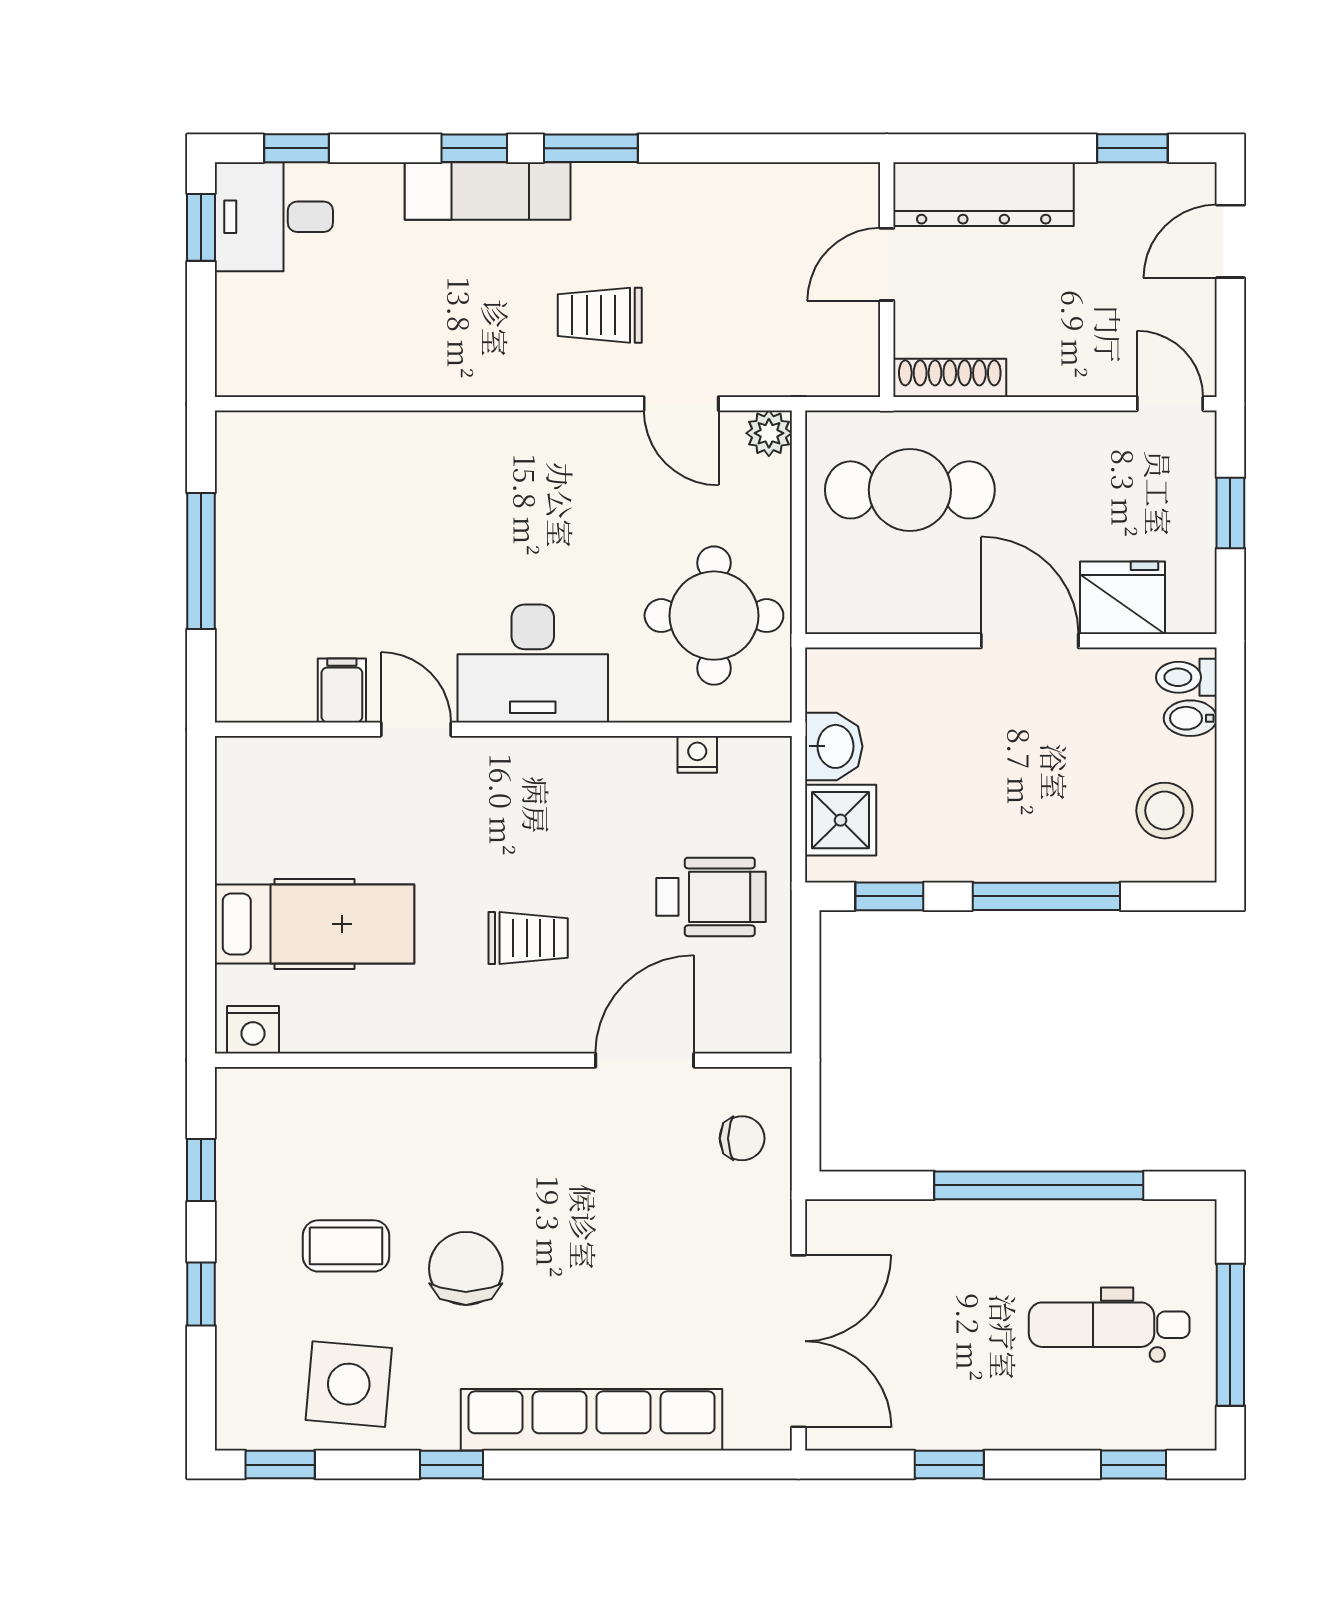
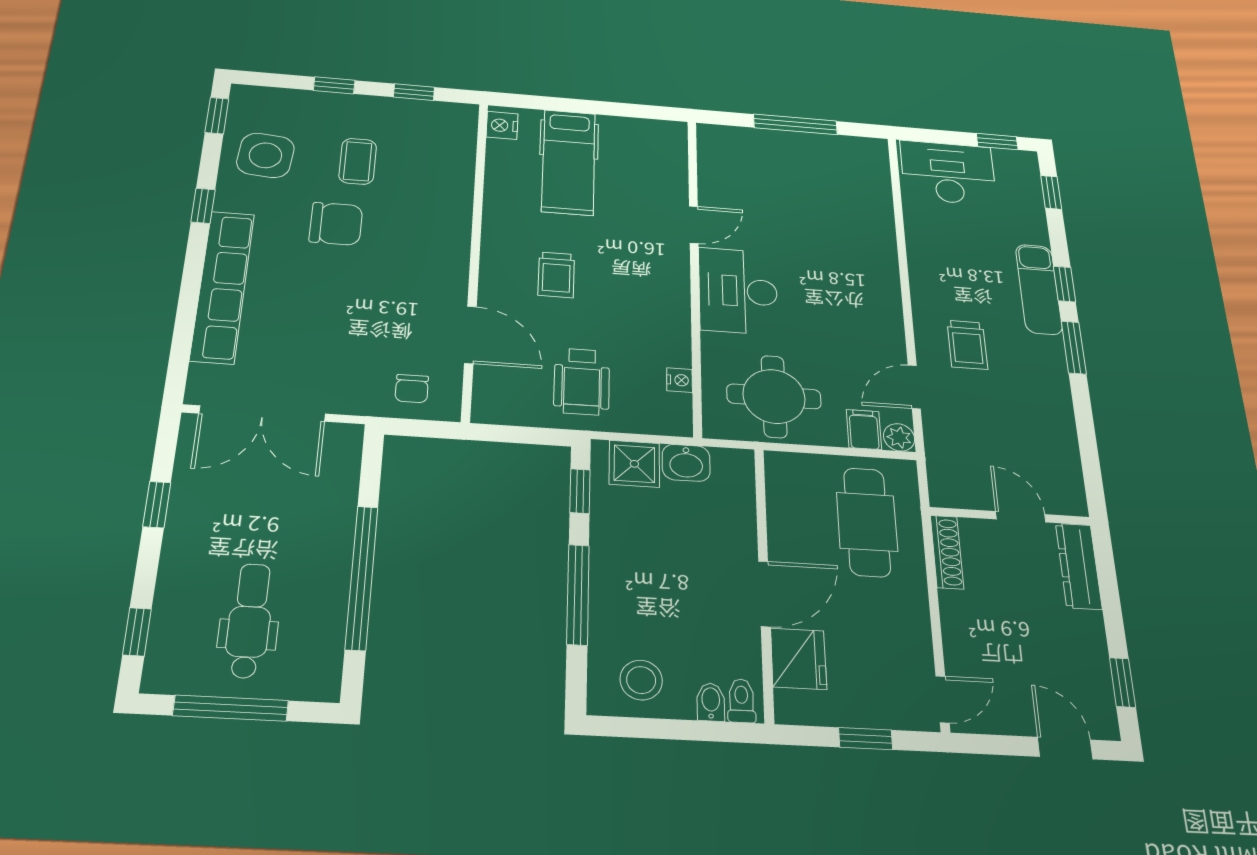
dresser: (984, 194) -> (1079, 566), width x0.73, depth x0.80
desk: (274, 217) -> (948, 173), moved, width x1.37
trolley: (600, 315) -> (967, 345), turned 180
filing cabinet: (342, 690) -> (864, 430), moved, turned -90

